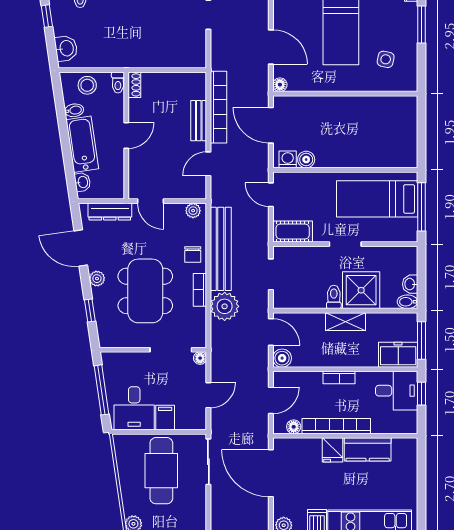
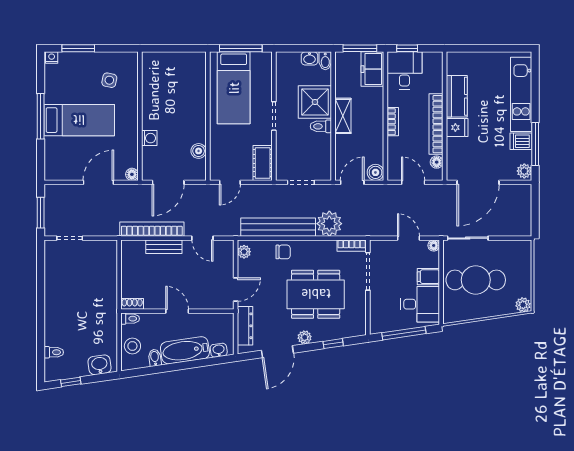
washing machine: (288, 159) -> (149, 138), moved, turned 180
bookcase: (200, 290) -> (352, 246), moved
floor lamp: (200, 358) -> (434, 245), moved

